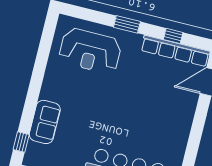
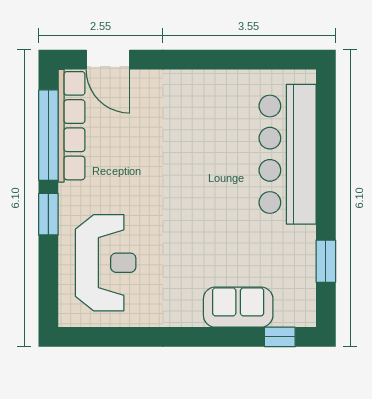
window: (173, 36) -> (48, 135), width x3.17

